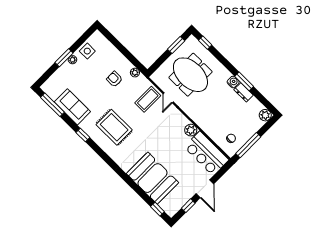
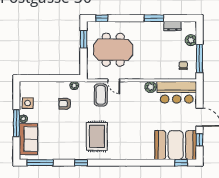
window: (64, 58) -> (16, 123), width x1.44
water cooler: (233, 82) -> (147, 26), removed
dresser: (244, 92) -> (172, 26), moved
sofa: (72, 107) -> (28, 139), moved, turned 90
plant: (265, 115) -> (191, 40), moved
rug: (114, 127) -> (97, 136), turned 90
booth: (152, 178) -> (176, 145), moved

